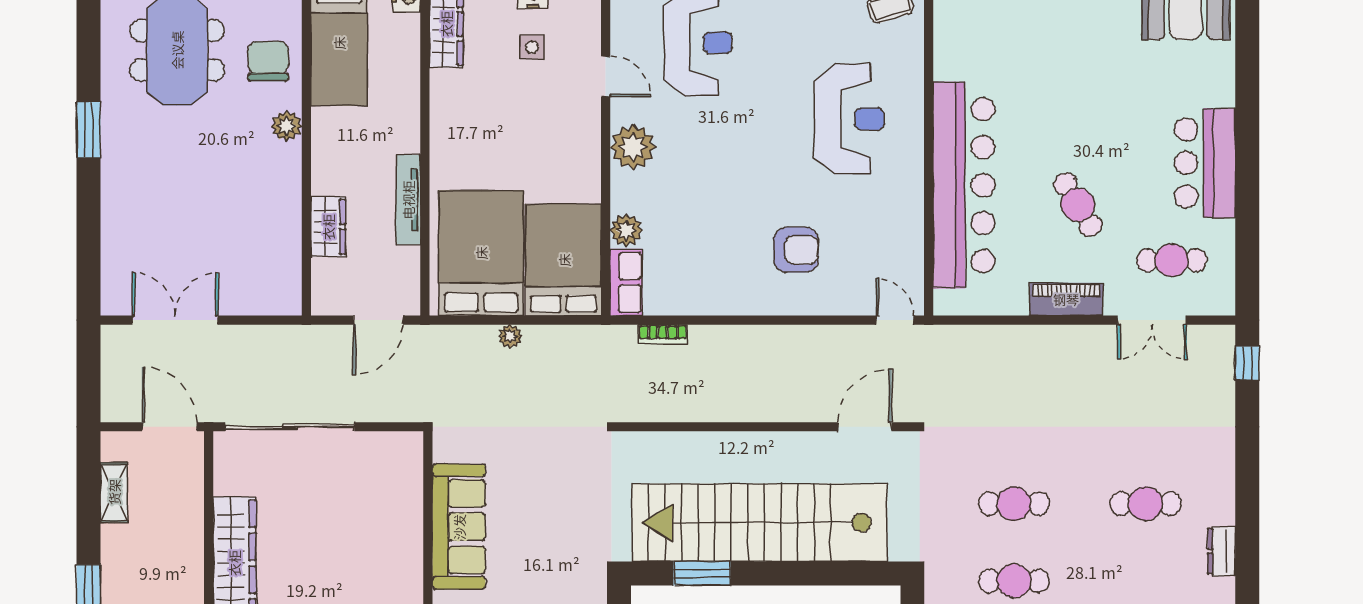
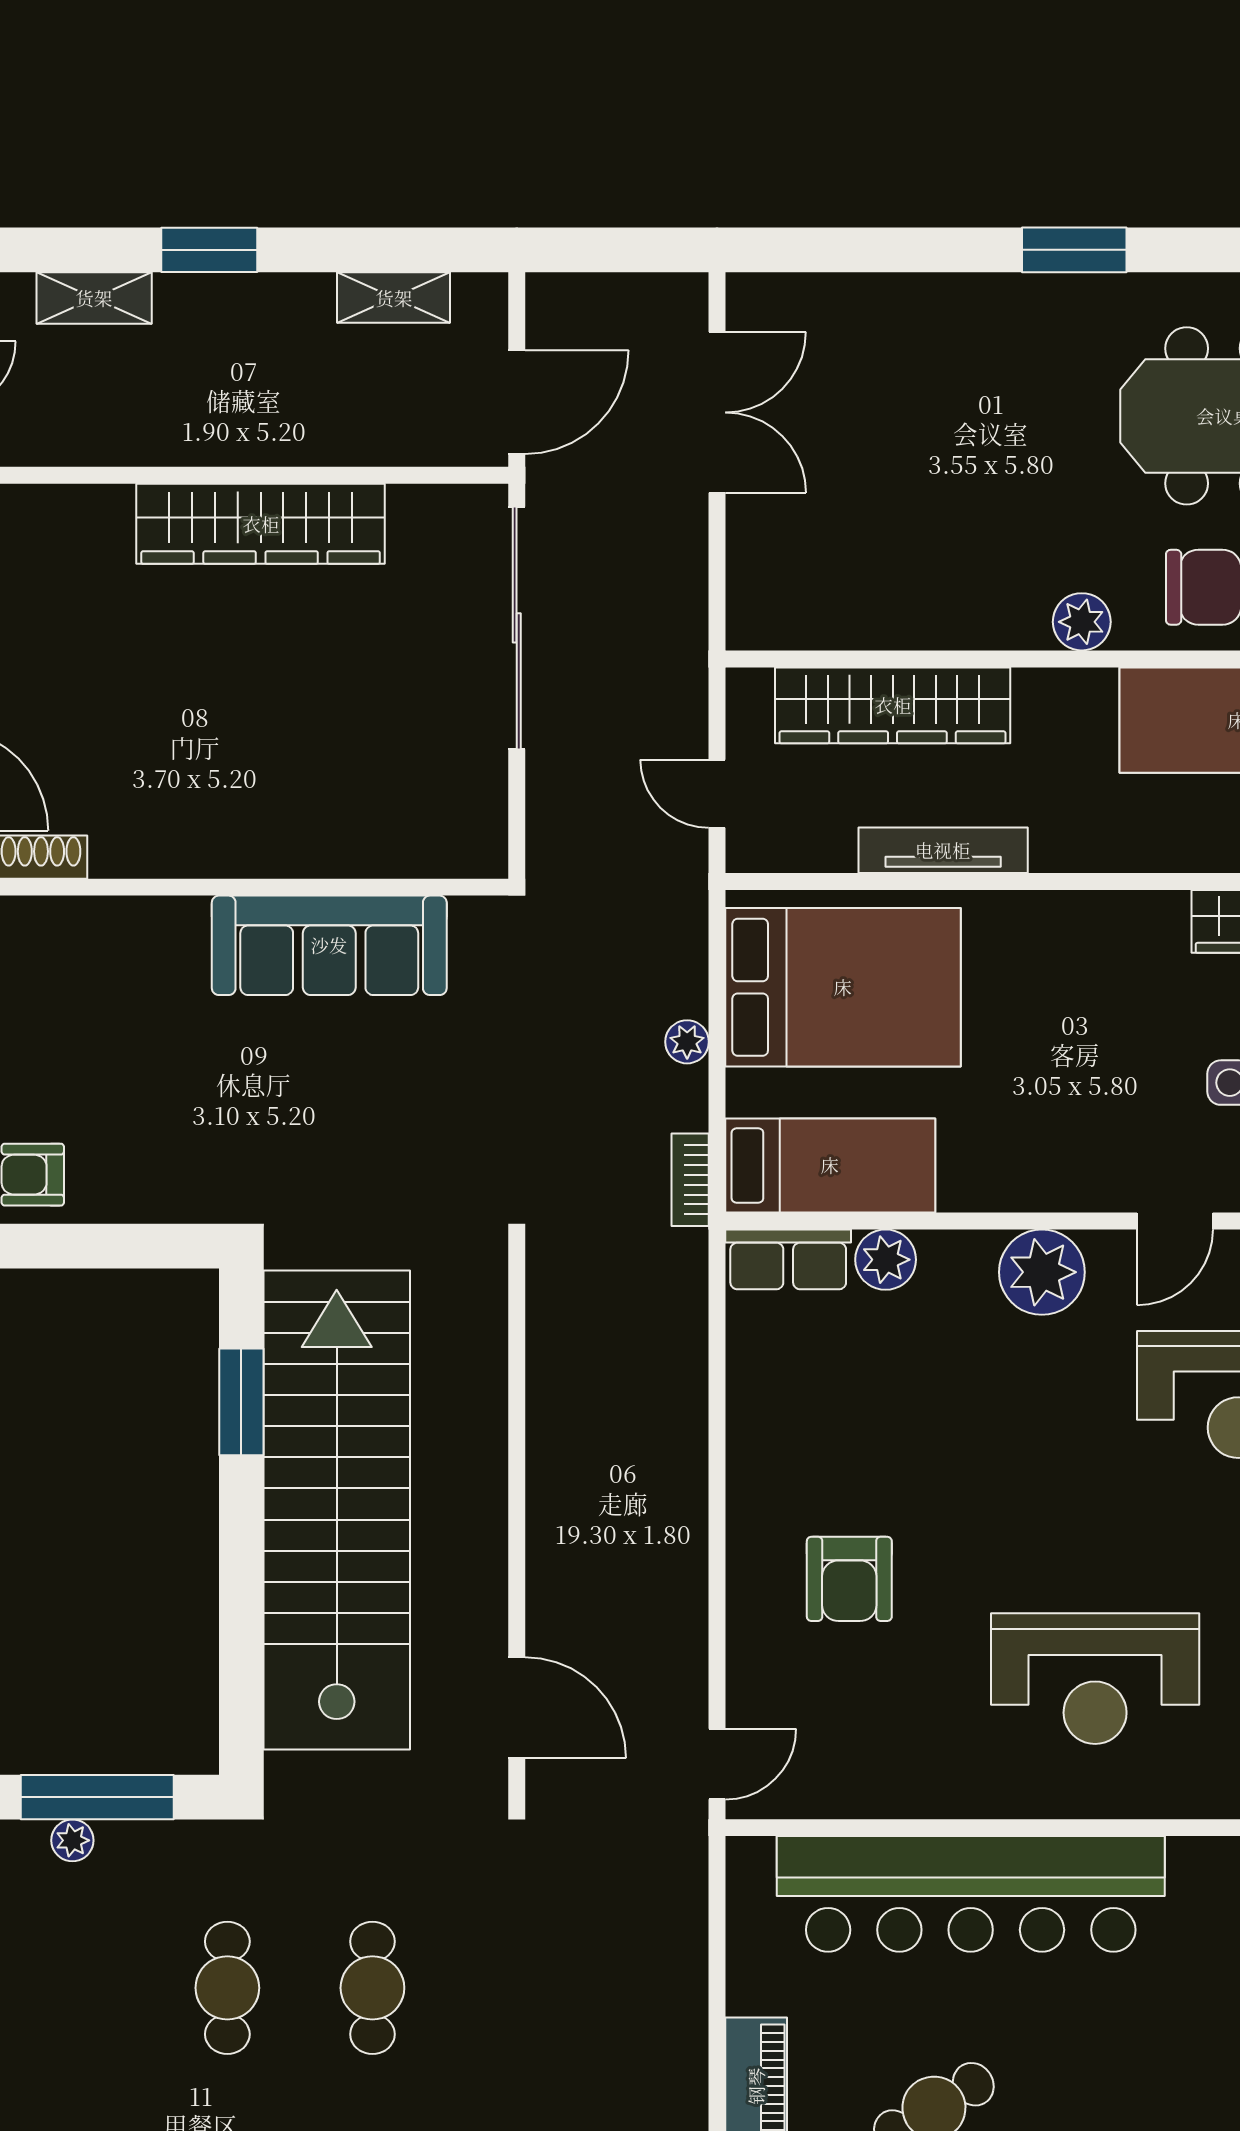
wardrobe: (328, 227) -> (893, 705), width x2.10, depth x1.17
bed: (564, 260) -> (830, 1165), width x0.67
door: (378, 320) -> (717, 794), width x0.73
bookcase: (663, 334) -> (690, 1180), moved

